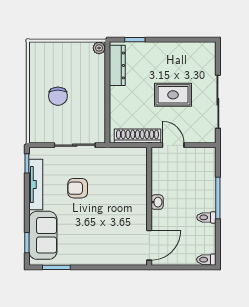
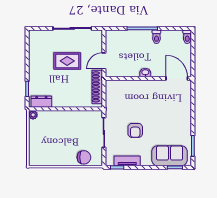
dresser: (117, 65) -> (41, 102), width x0.70
rug: (173, 95) -> (67, 61), turned 90
chair: (58, 96) -> (84, 157), moved
tv unit: (36, 184) -> (127, 161), width x0.71

